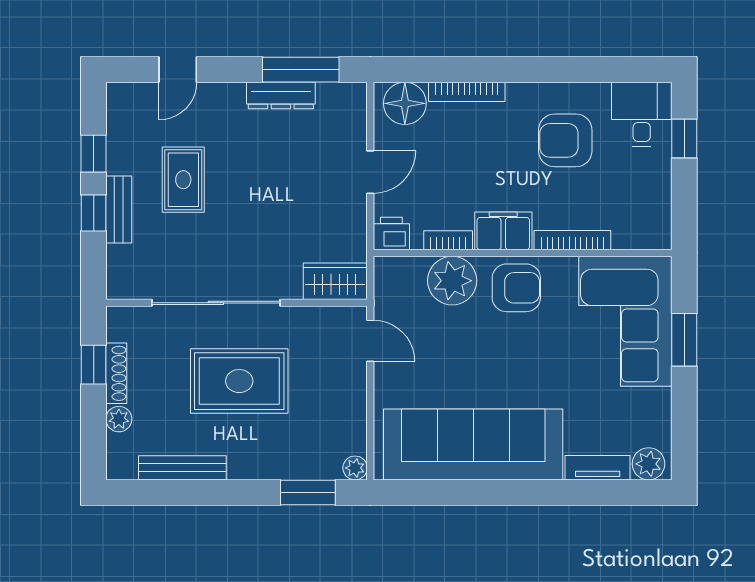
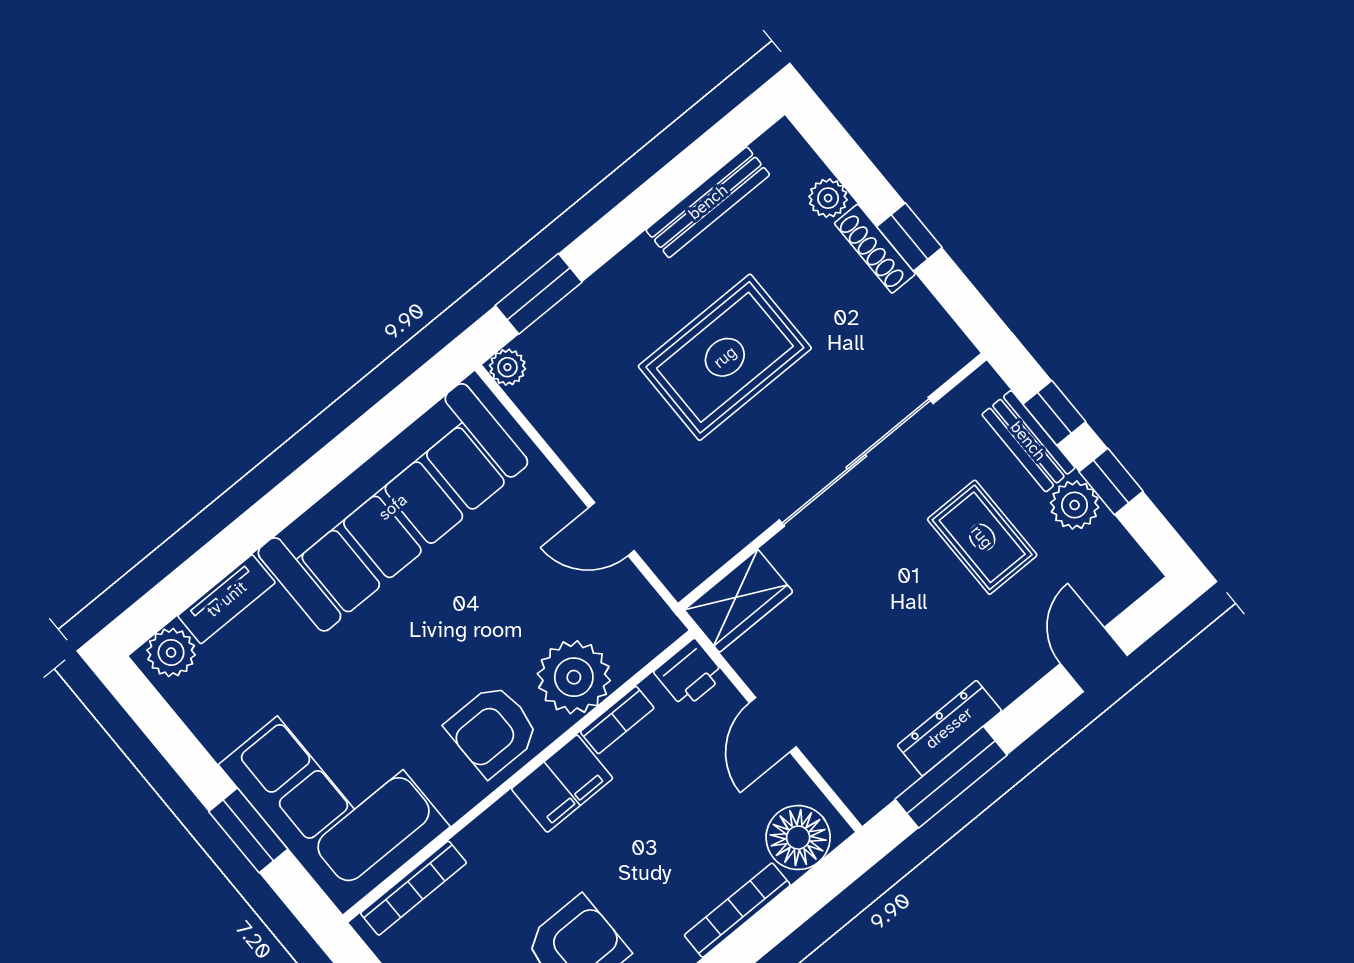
plant: (122, 157) -> (1075, 505), added
bookcase: (572, 240) -> (414, 888), moved
wardrobe: (335, 281) -> (739, 601), moved
sliding door: (216, 303) -> (856, 462), moved
wall: (237, 303) -> (832, 481), moved

